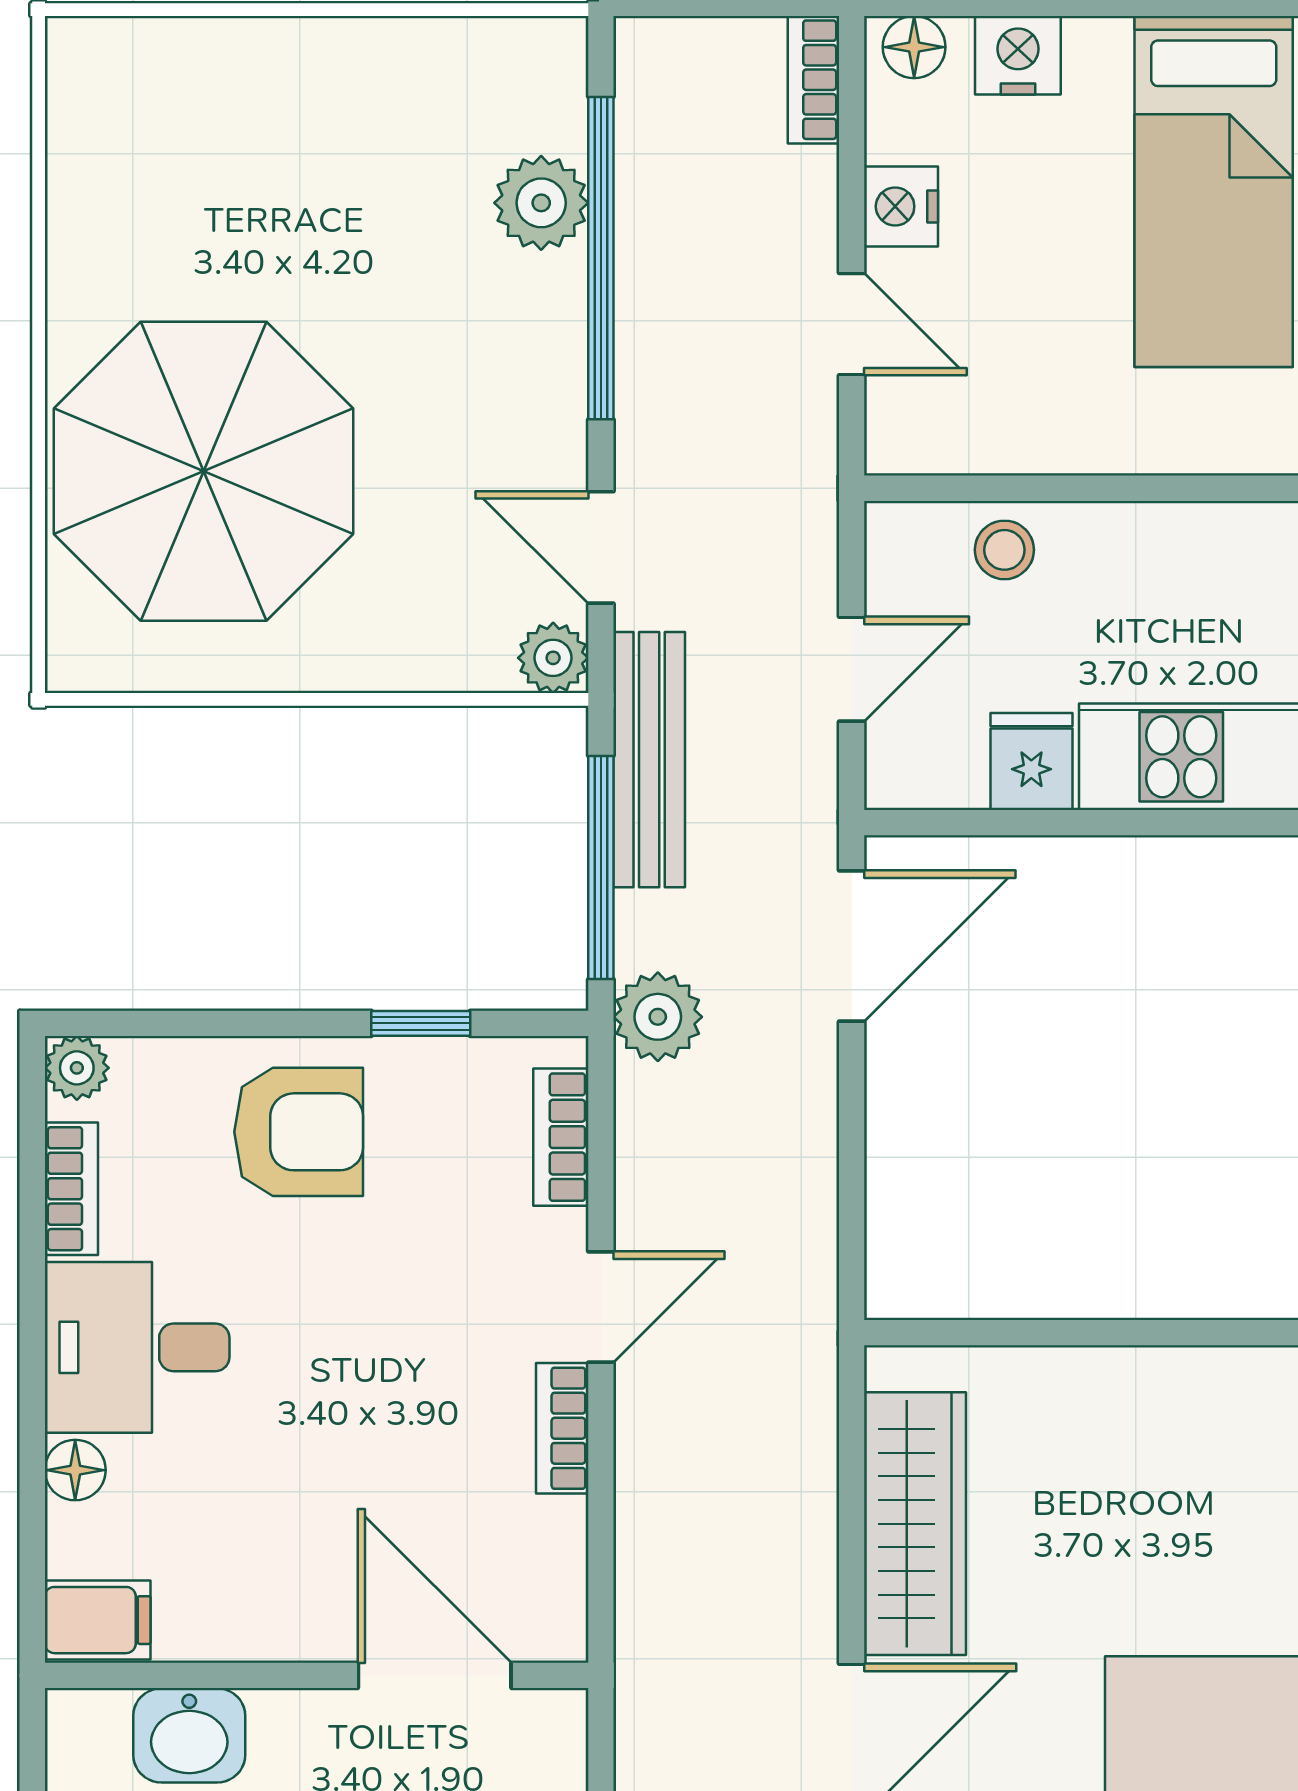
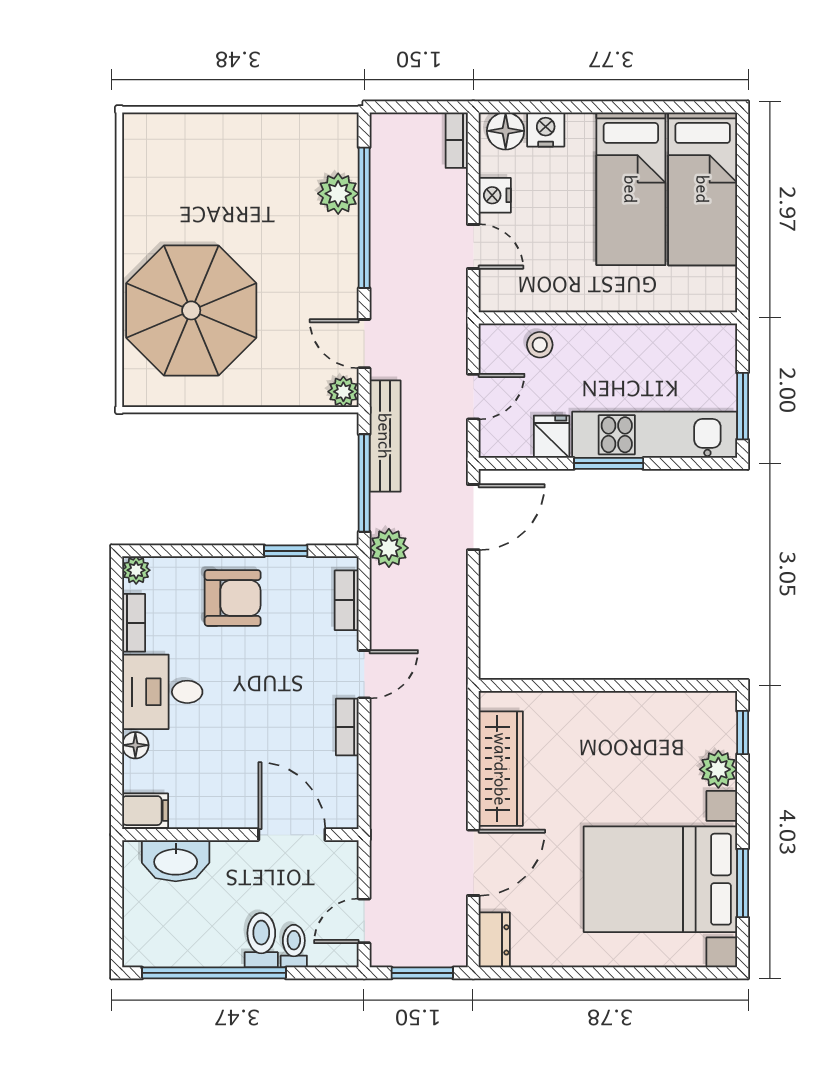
floor lamp: (914, 47) -> (506, 131), width x1.37, depth x1.37
window: (1162, 823) -> (609, 463), added
washbasin: (189, 1735) -> (176, 861), width x1.38

